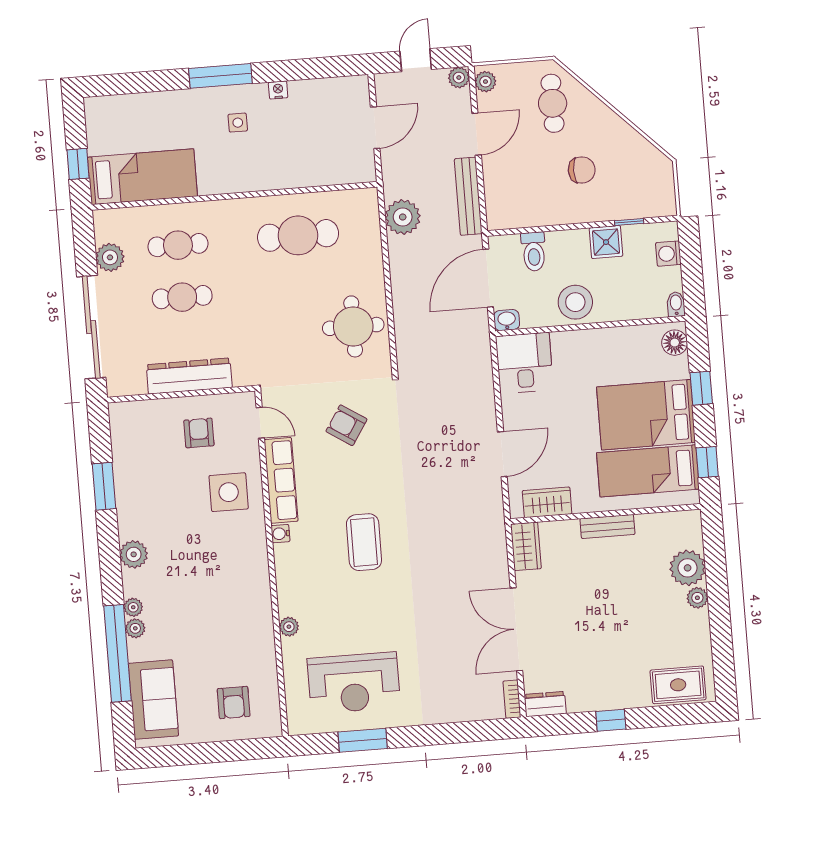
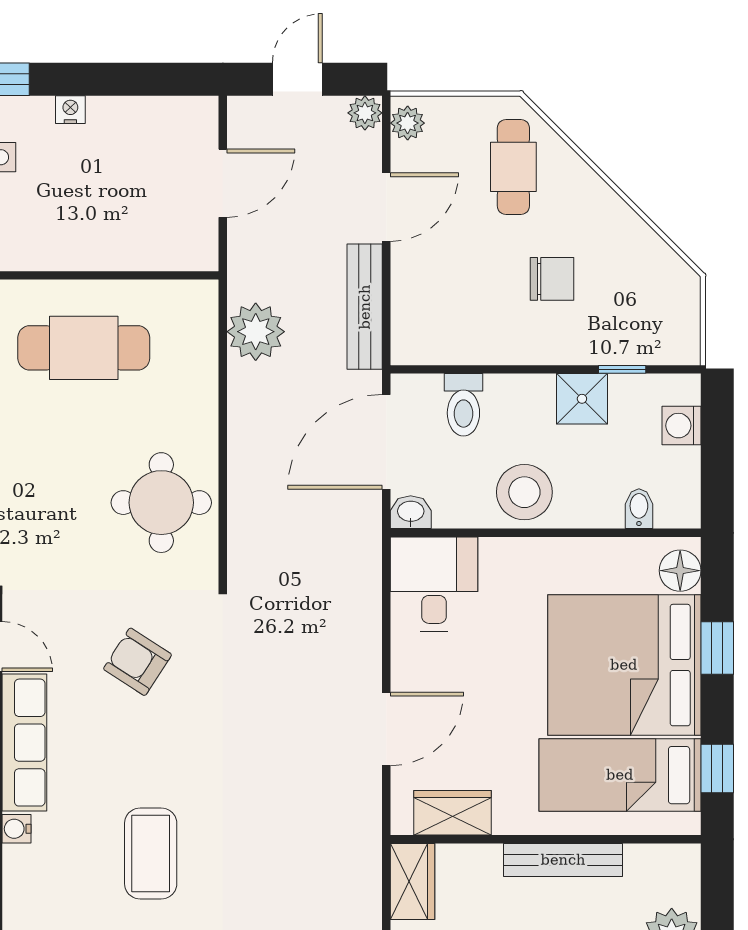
bidet: (676, 304) -> (639, 509), moved
bed: (646, 415) -> (624, 665), width x1.36
bench: (607, 527) -> (563, 860), width x1.36

